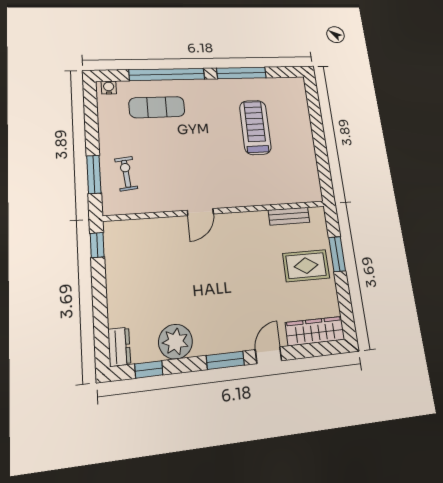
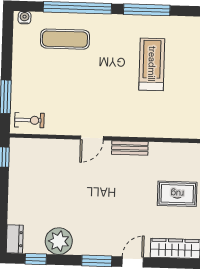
exercise bike: (126, 174) -> (29, 120), moved, turned 96
bench: (289, 216) -> (130, 148), moved

